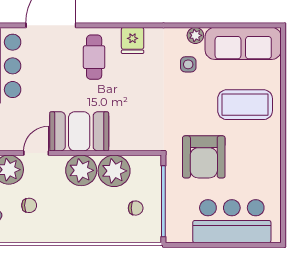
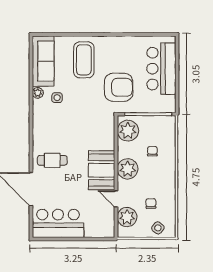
fridge: (133, 40) -> (41, 135), removed
plant: (114, 171) -> (128, 131), moved
chair: (136, 208) -> (152, 151), moved

